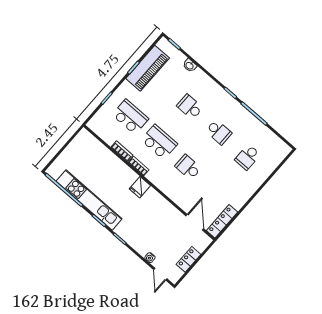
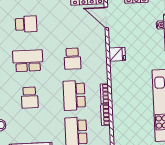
school desk: (219, 132) -> (28, 61), width x1.85
fridge: (140, 187) -> (117, 54), moved
door: (195, 222) -> (106, 17), hinge flipped

